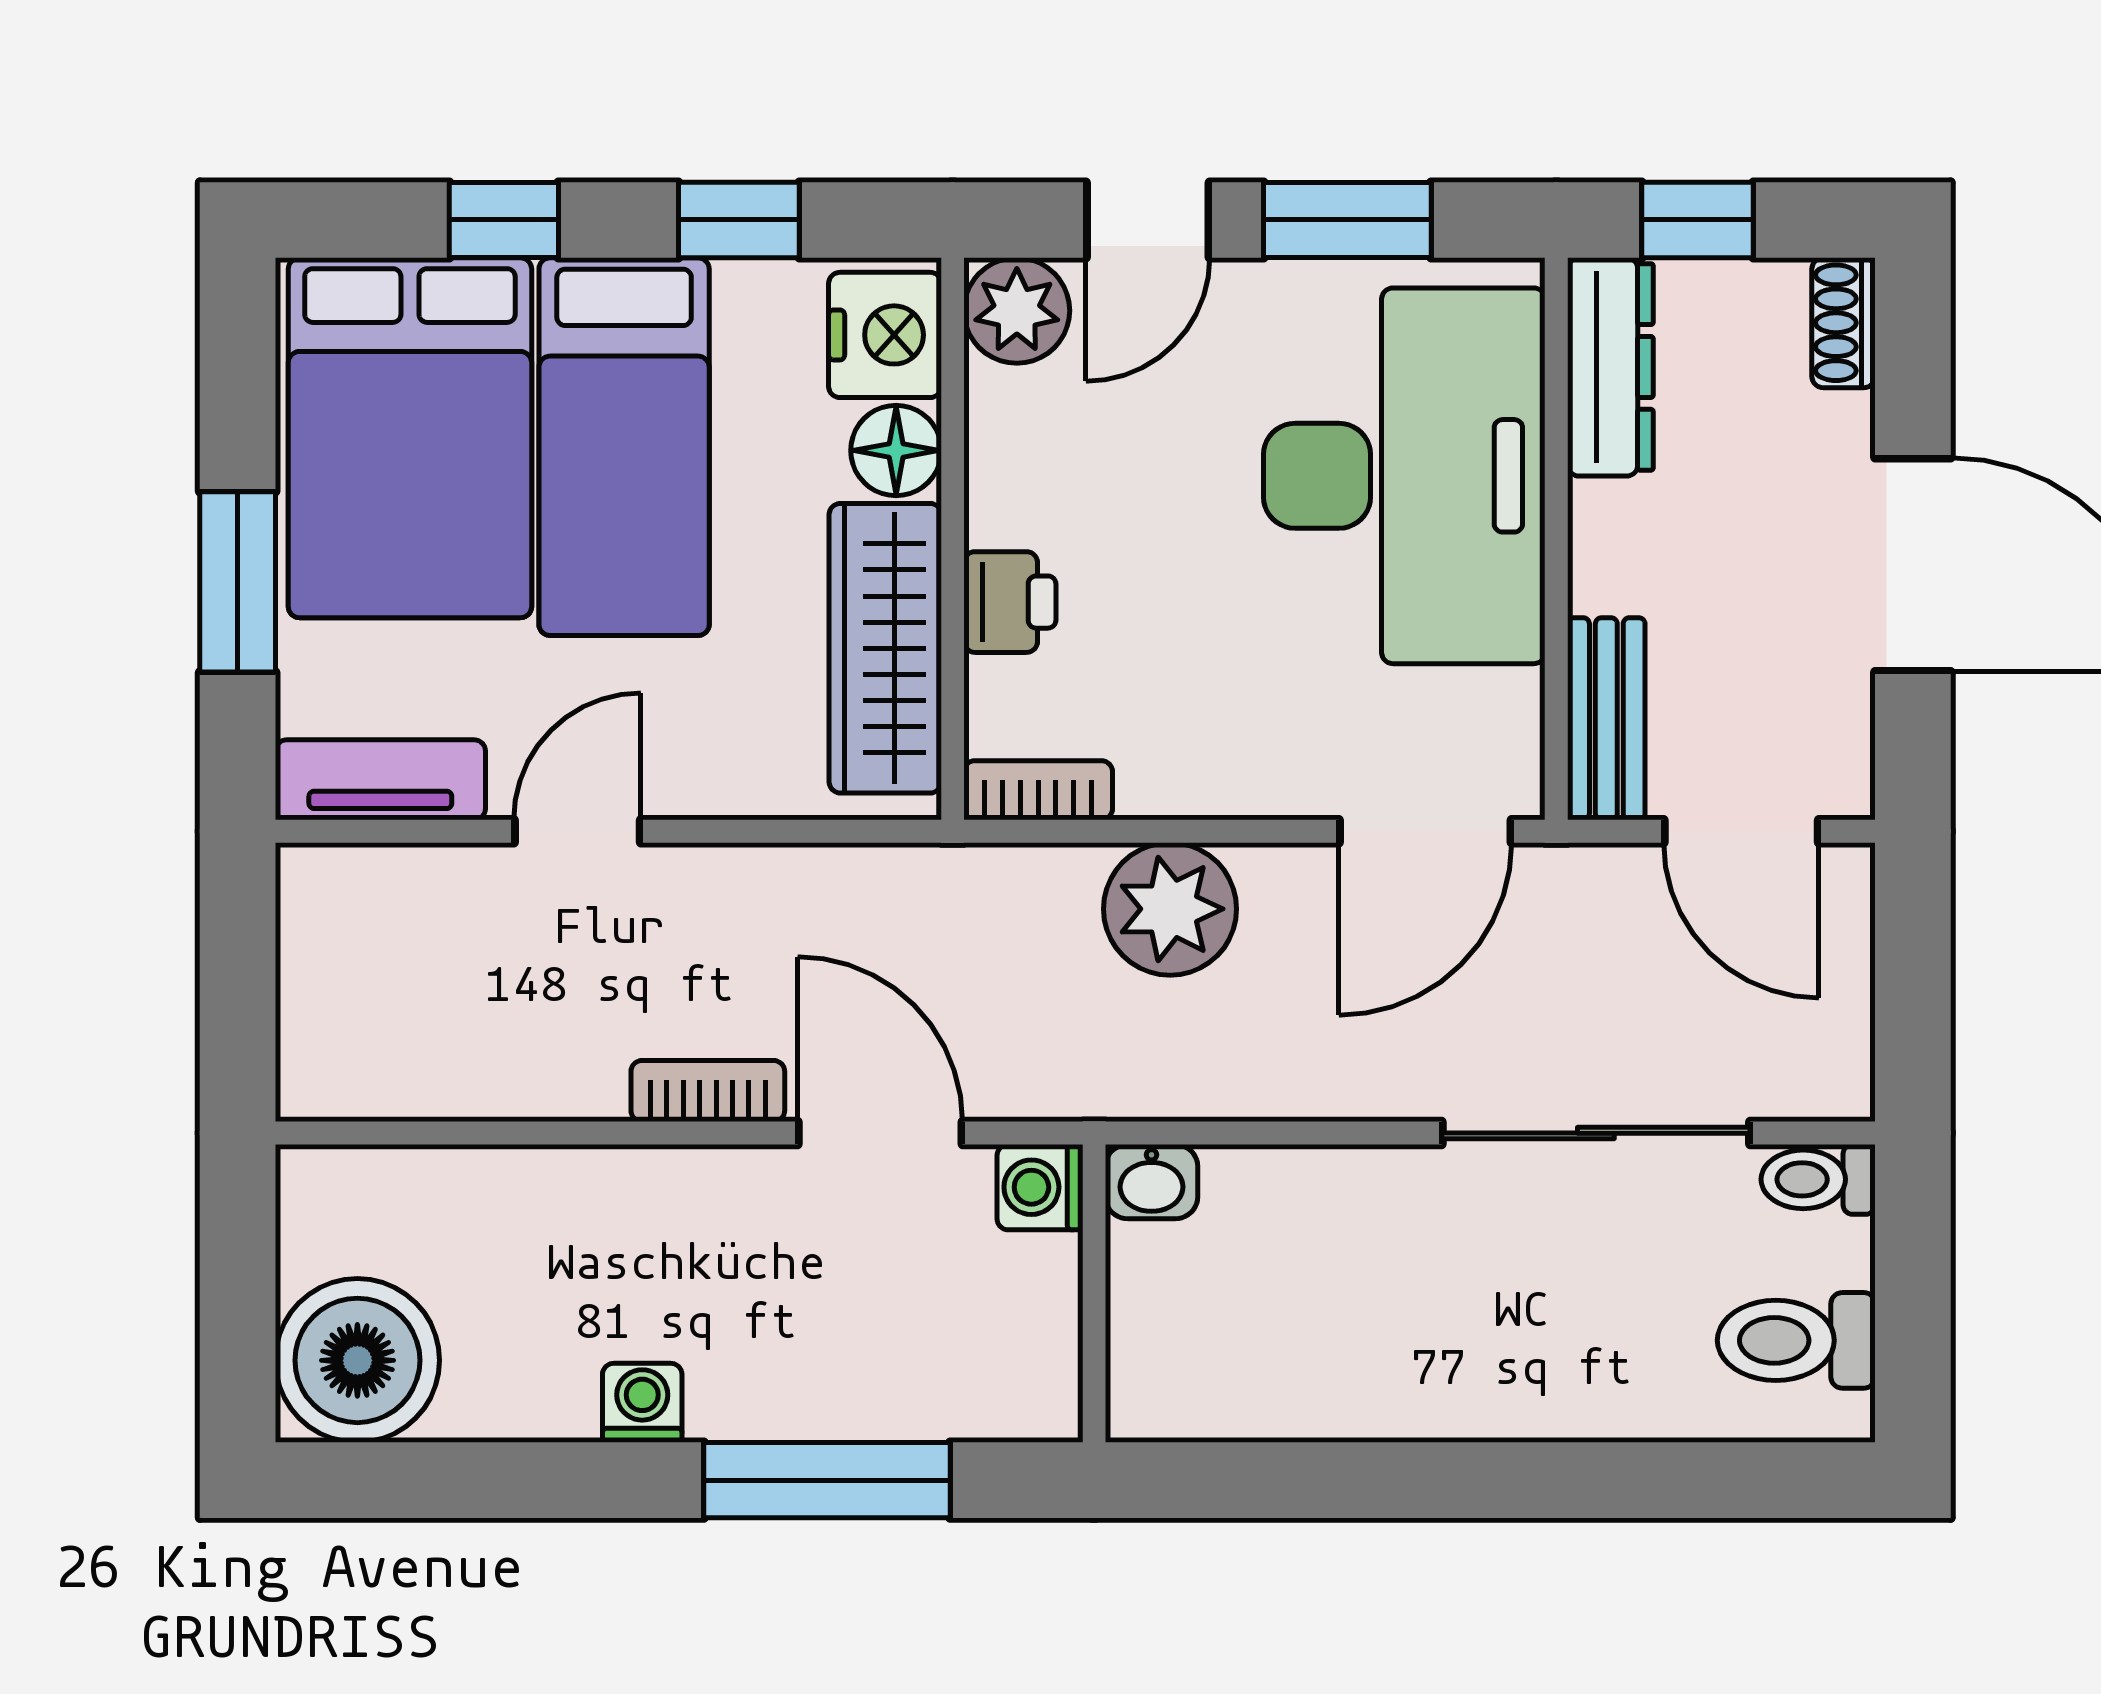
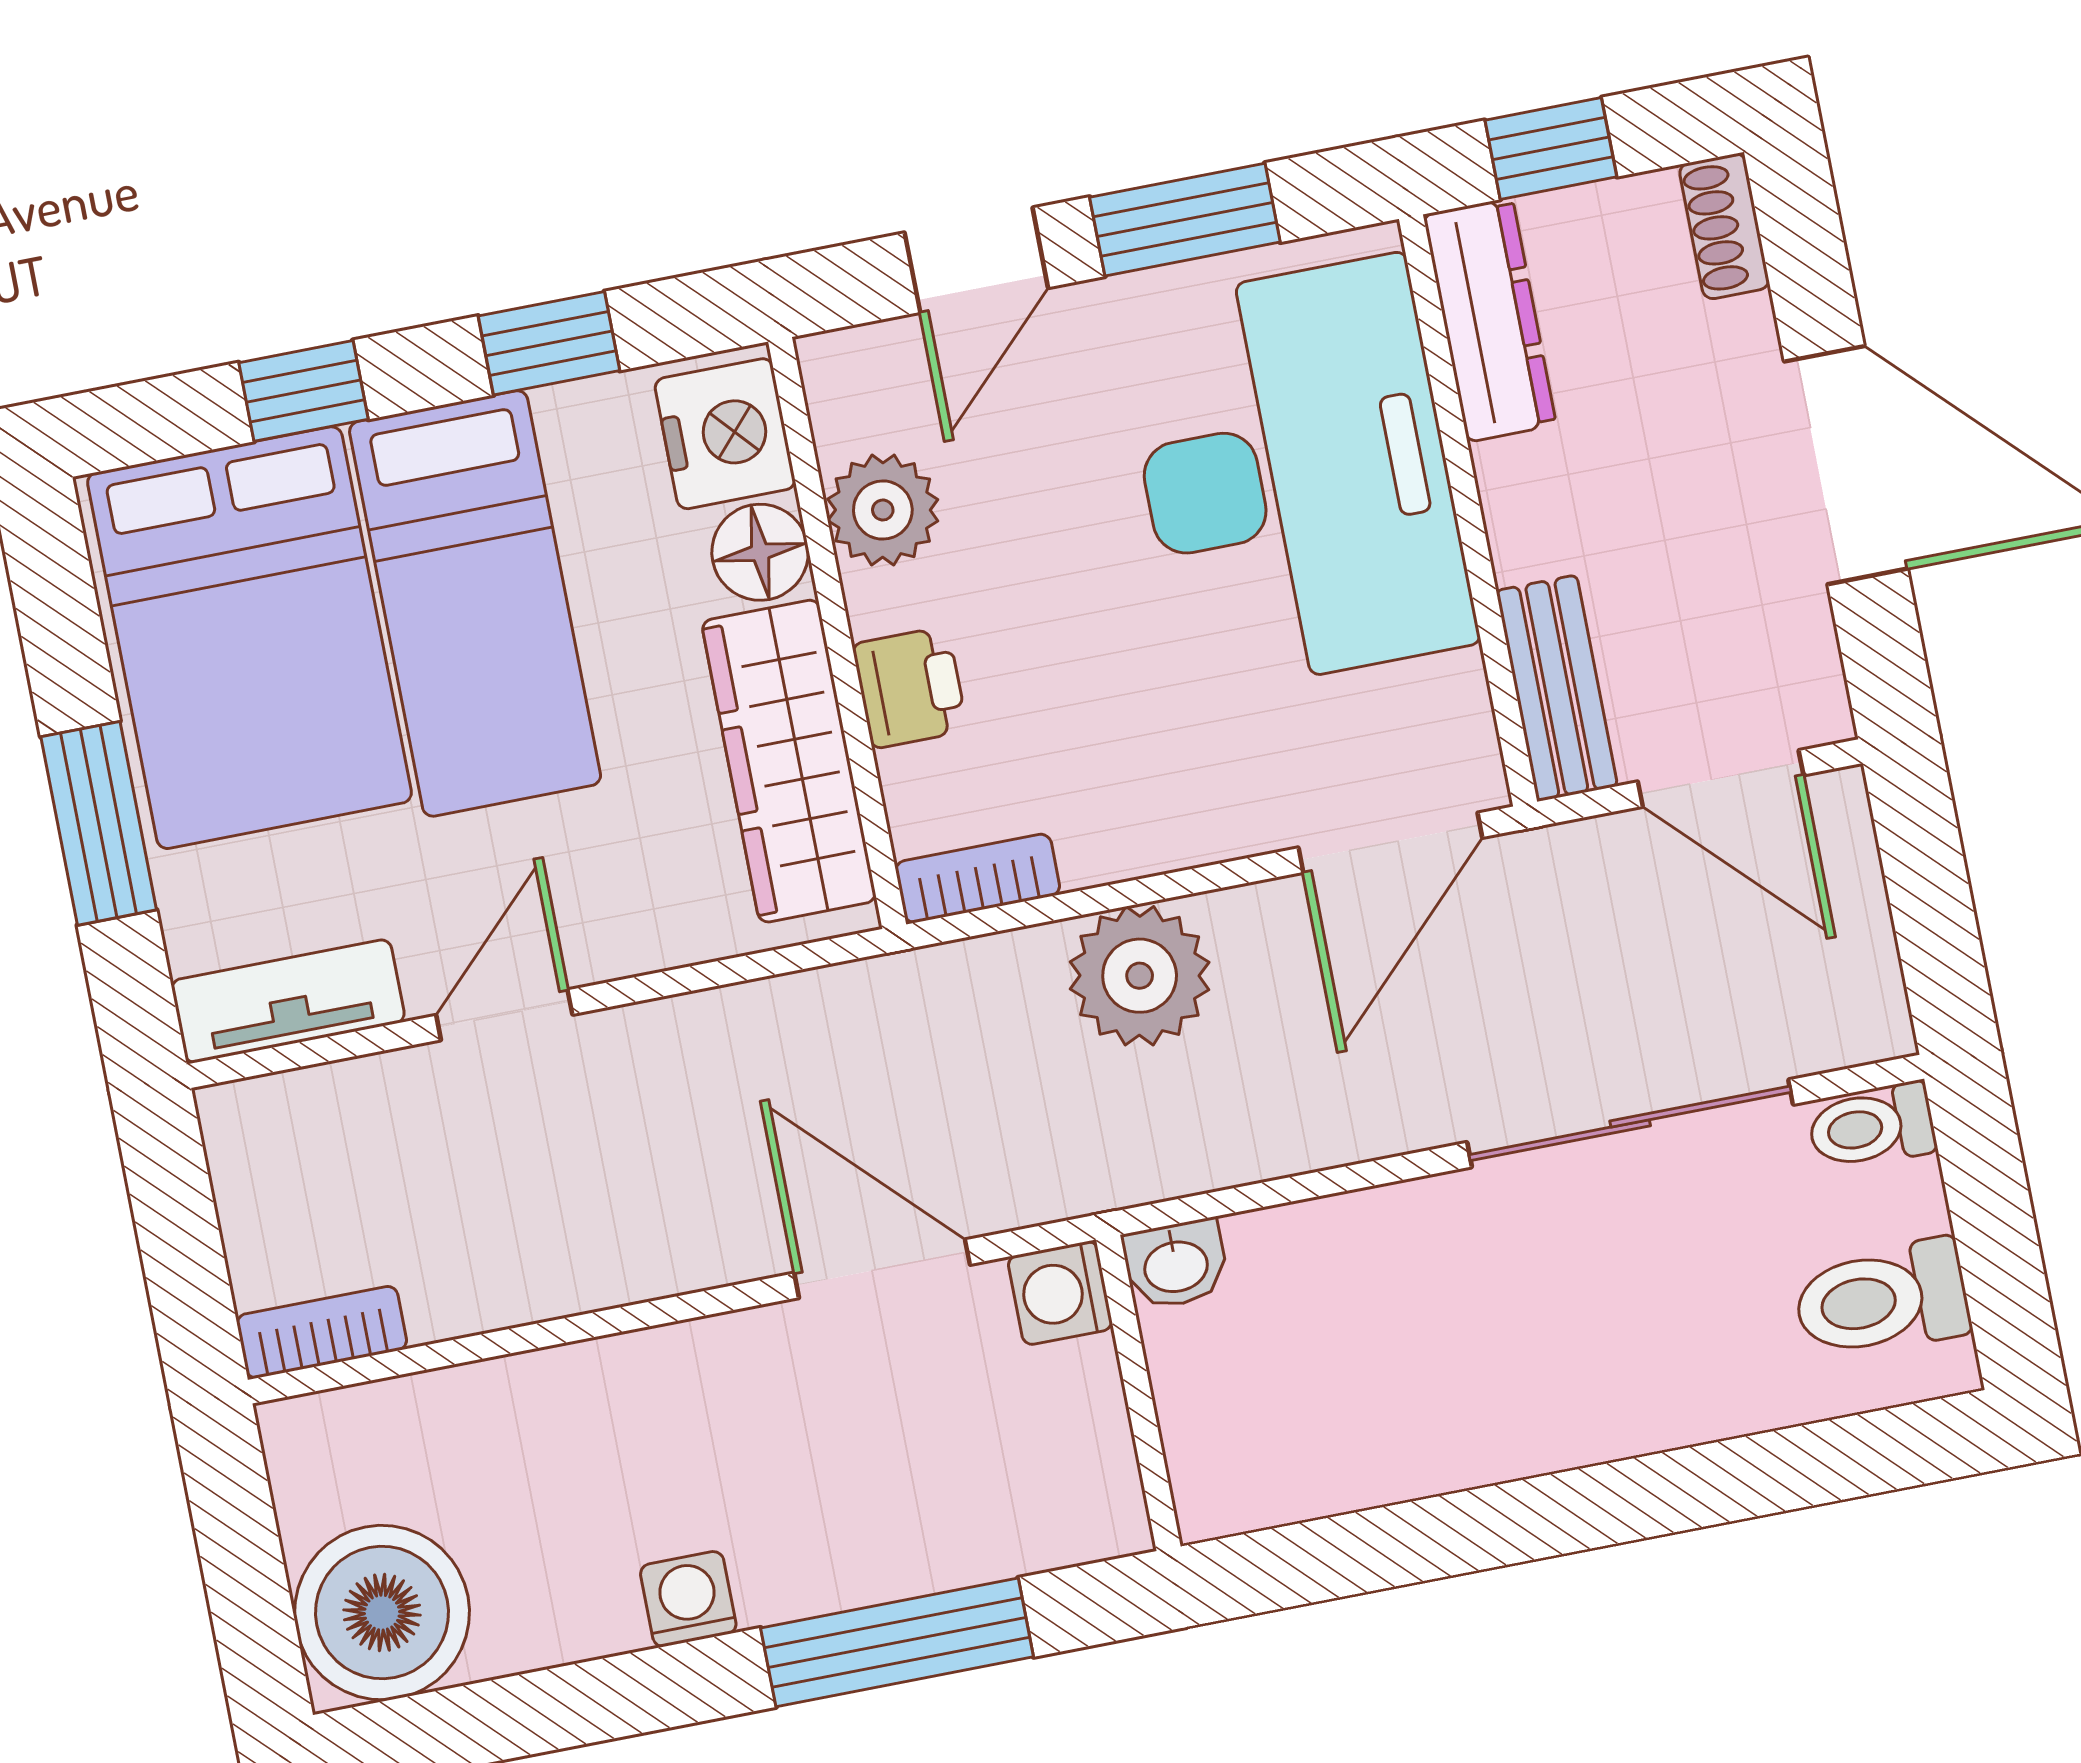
plant: (1017, 311) -> (883, 510), moved
bookcase: (708, 1091) -> (322, 1332), moved

